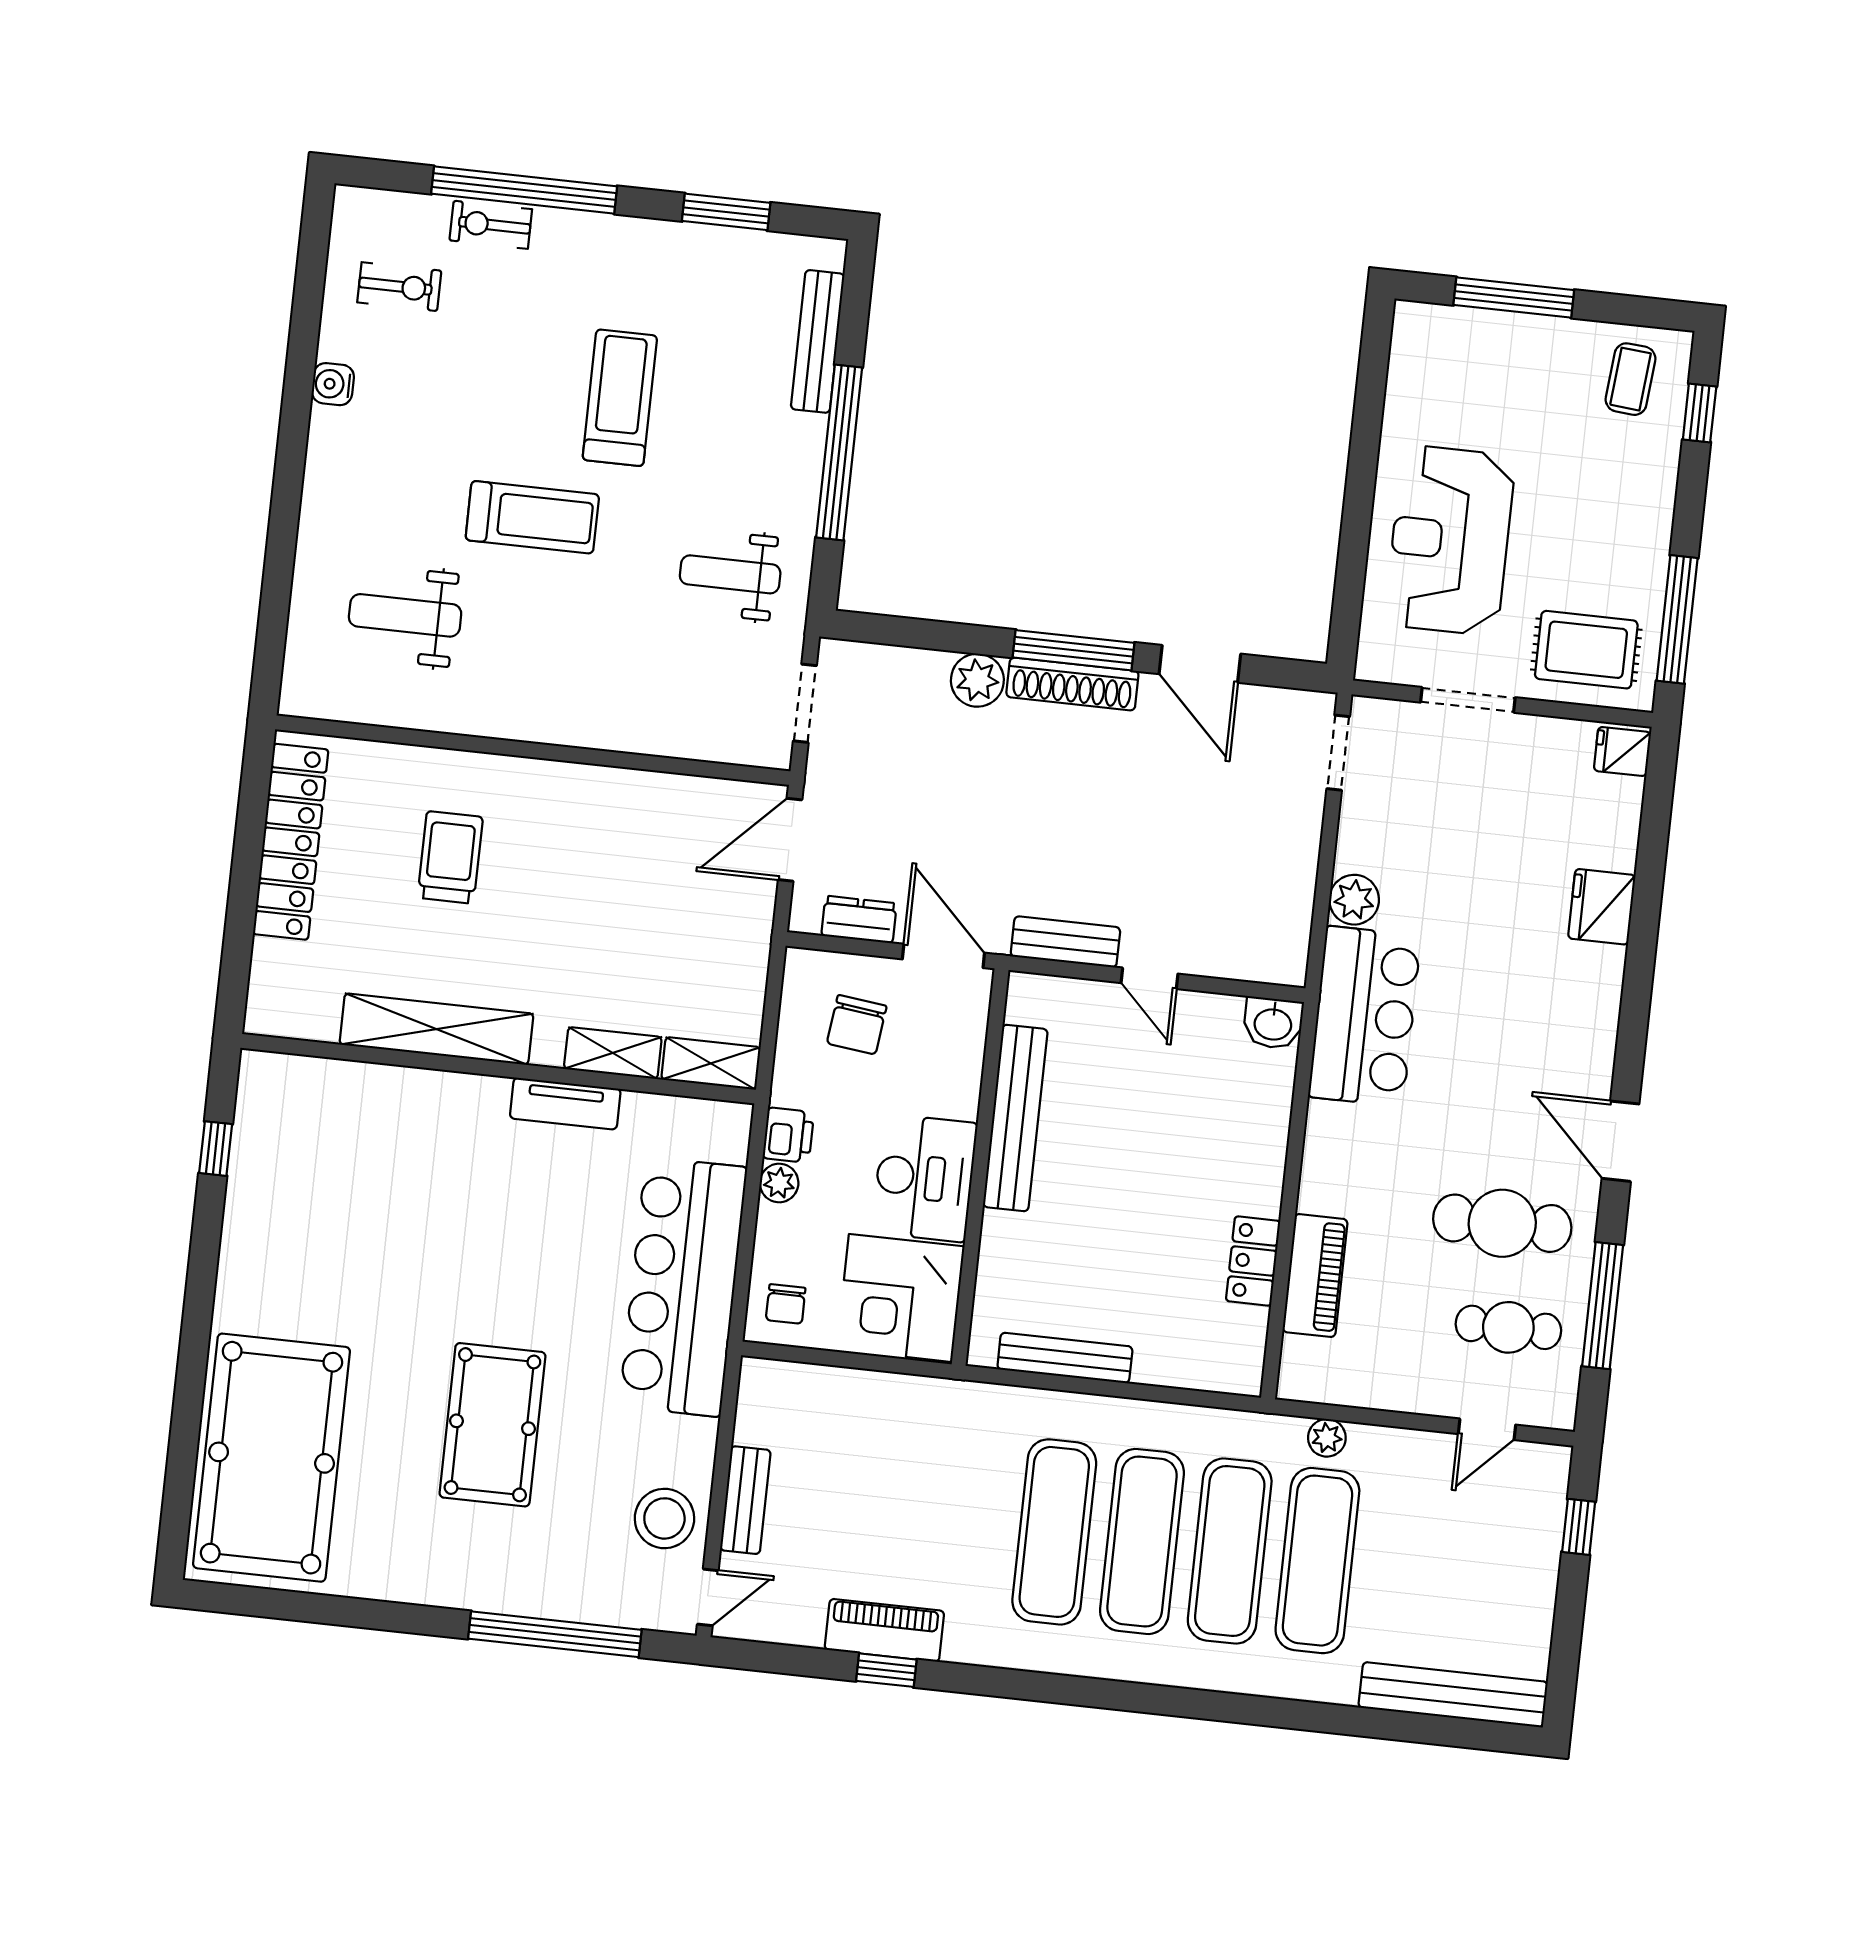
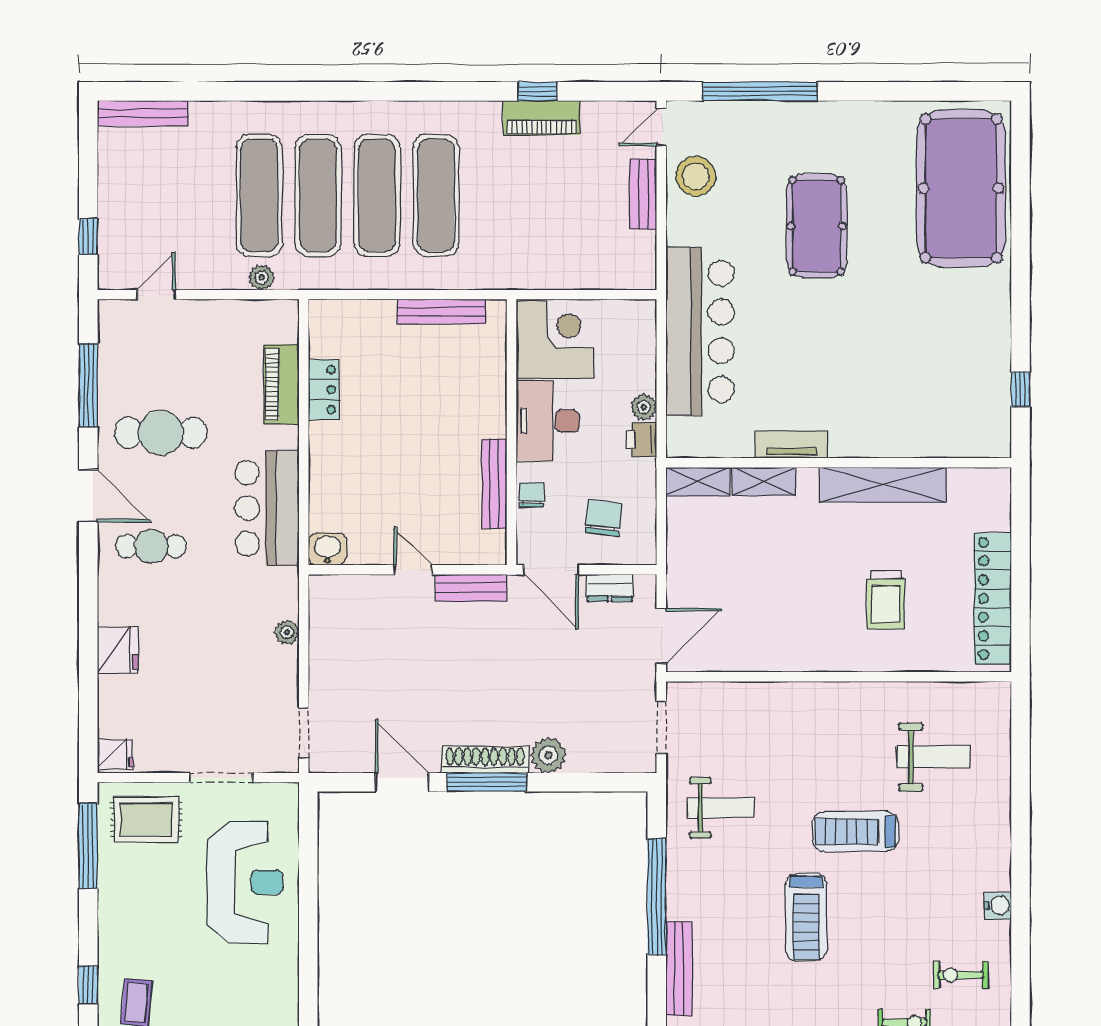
plant: (1354, 900) -> (287, 632), width x0.73, depth x0.73
bar counter: (1365, 1016) -> (267, 508), moved
bench: (1015, 1118) -> (494, 484), width x0.73, depth x0.82
chair: (786, 1304) -> (531, 495), moved
cafe table: (1508, 1327) -> (151, 546), moved
bench: (1453, 1695) -> (143, 113), width x0.73, depth x0.82

